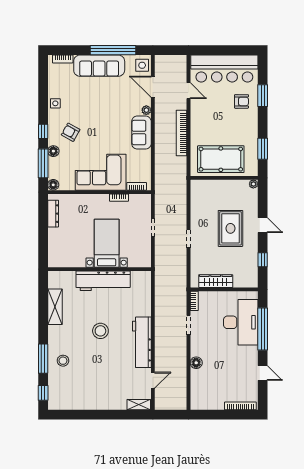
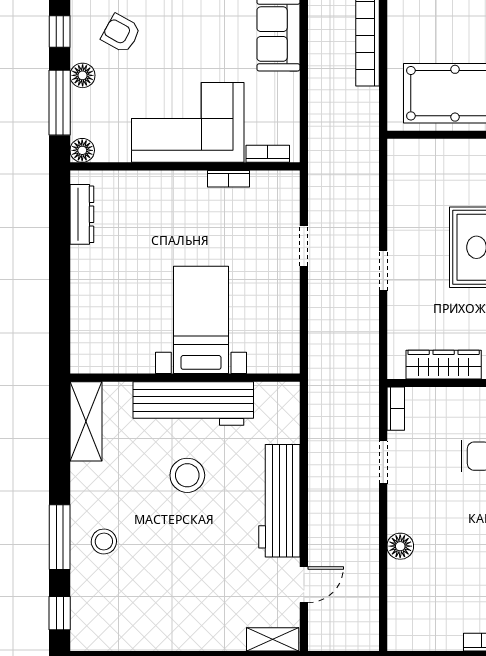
bed with nightstands: (107, 243) -> (201, 320), moved
wall: (99, 269) -> (185, 378), moved
workbench: (103, 281) -> (193, 404), moved

